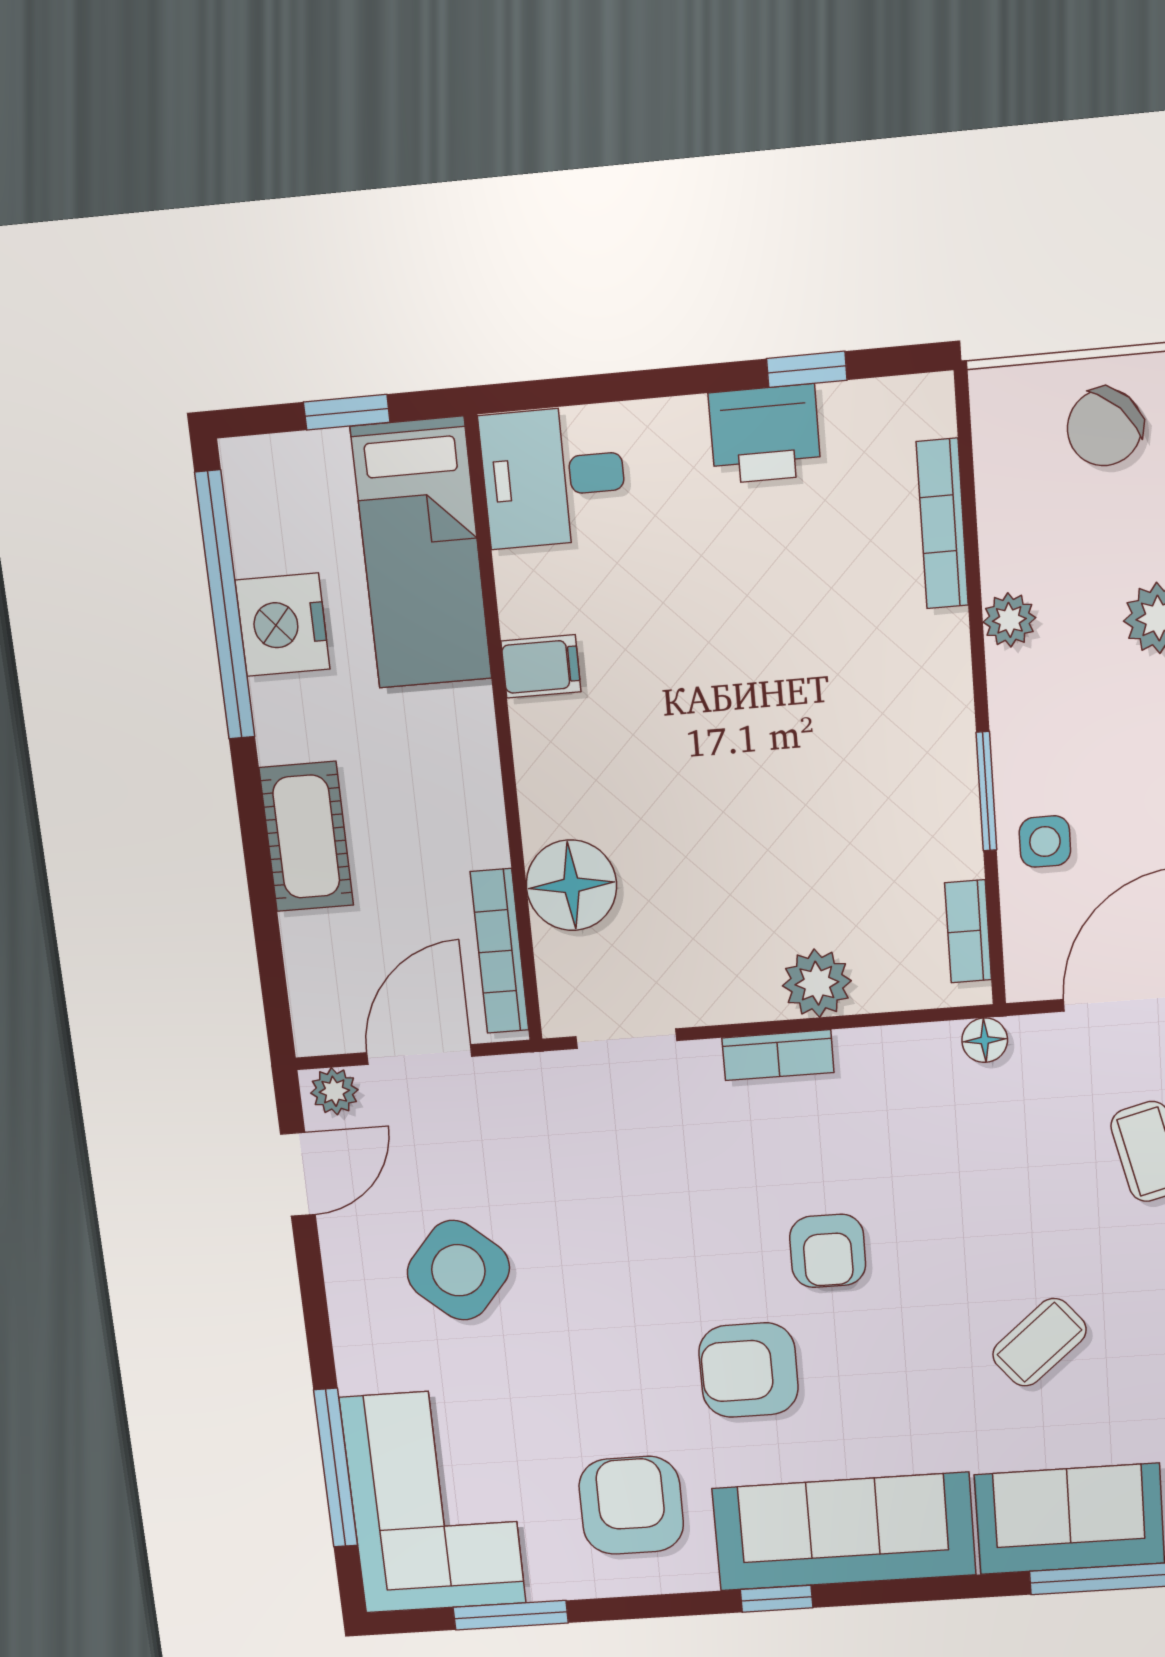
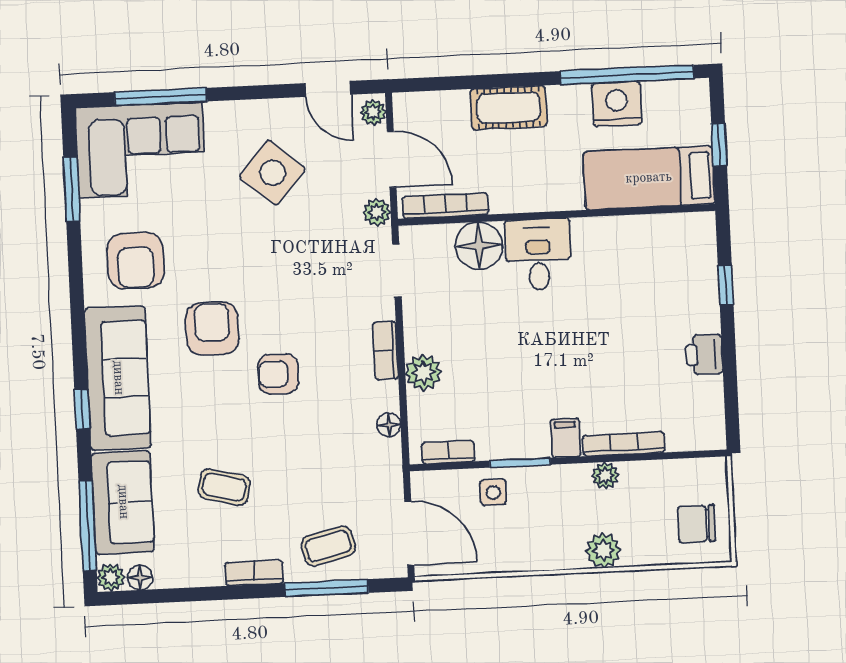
window: (807, 369) -> (726, 285), moved
chair: (1105, 427) -> (697, 524), turned -44
printer: (765, 434) -> (704, 355), width x0.73, depth x0.81
desk: (554, 477) -> (538, 254), moved
bookcase: (942, 524) -> (624, 444), moved
filing cabinet: (541, 666) -> (566, 438), moved, turned 180
floor lamp: (985, 1040) -> (389, 425), moved
plant: (519, 1079) -> (377, 212), added
coffee table: (1039, 1342) -> (224, 487), turned -36
armchair: (631, 1505) -> (136, 261), turned 90
window: (777, 1599) -> (82, 409), moved

